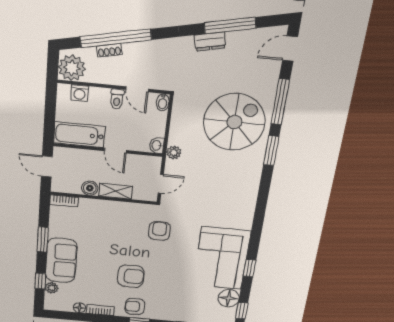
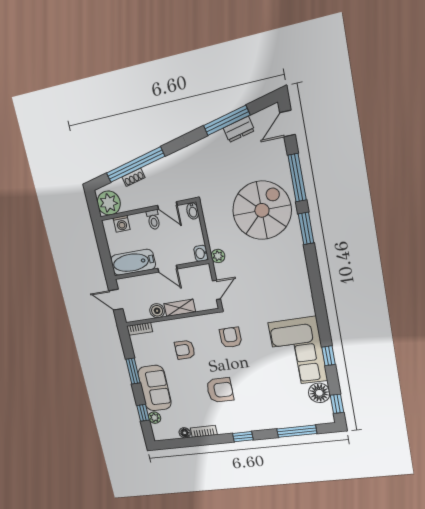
dresser: (210, 42) -> (239, 129), moved
armchair: (135, 306) -> (185, 350), moved

